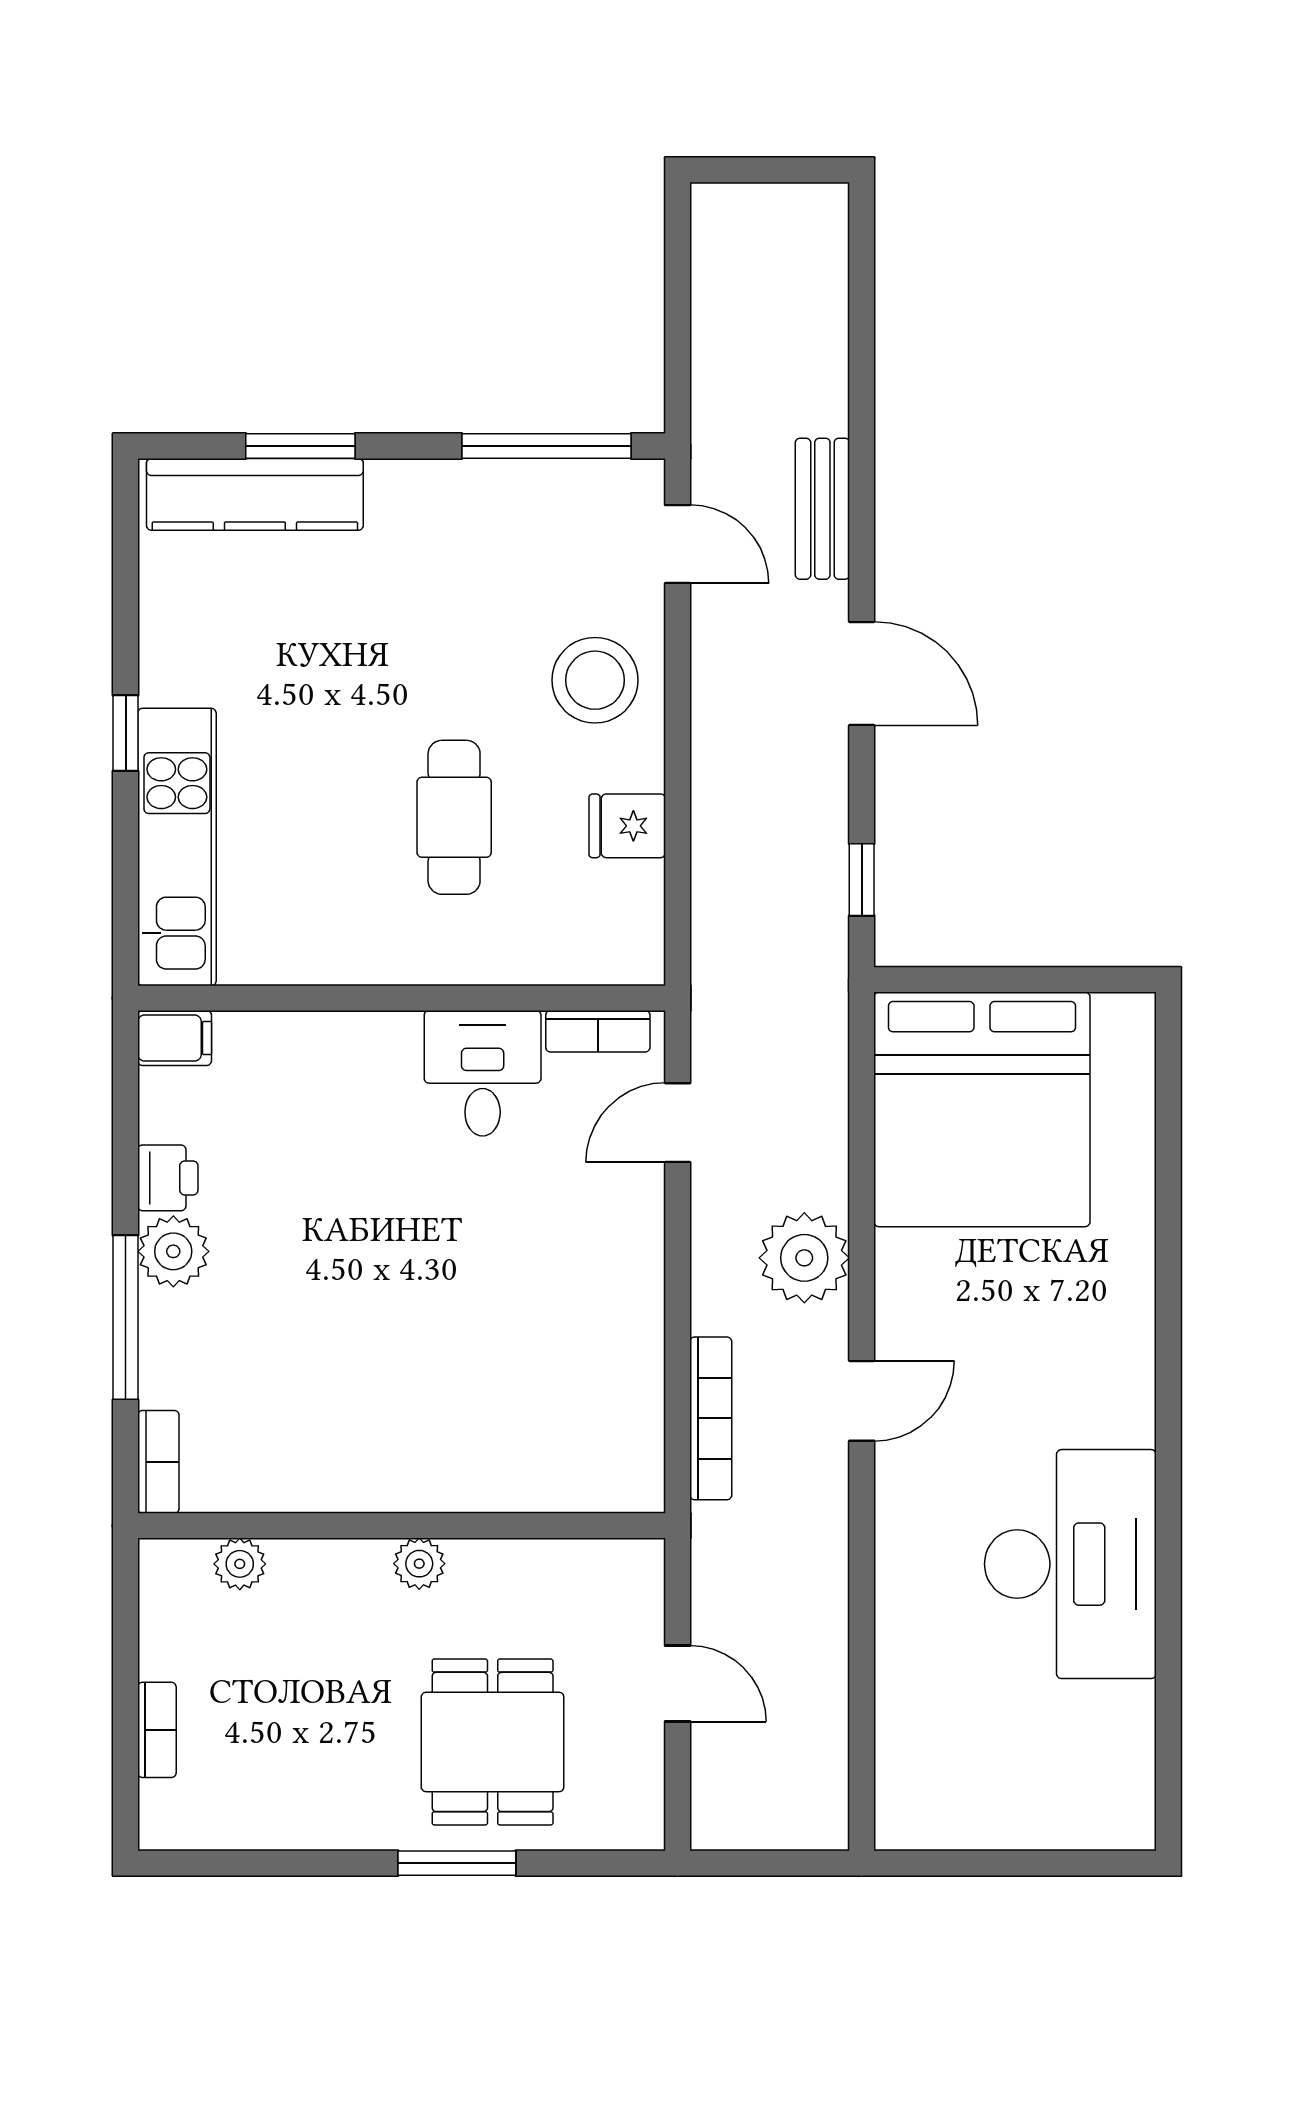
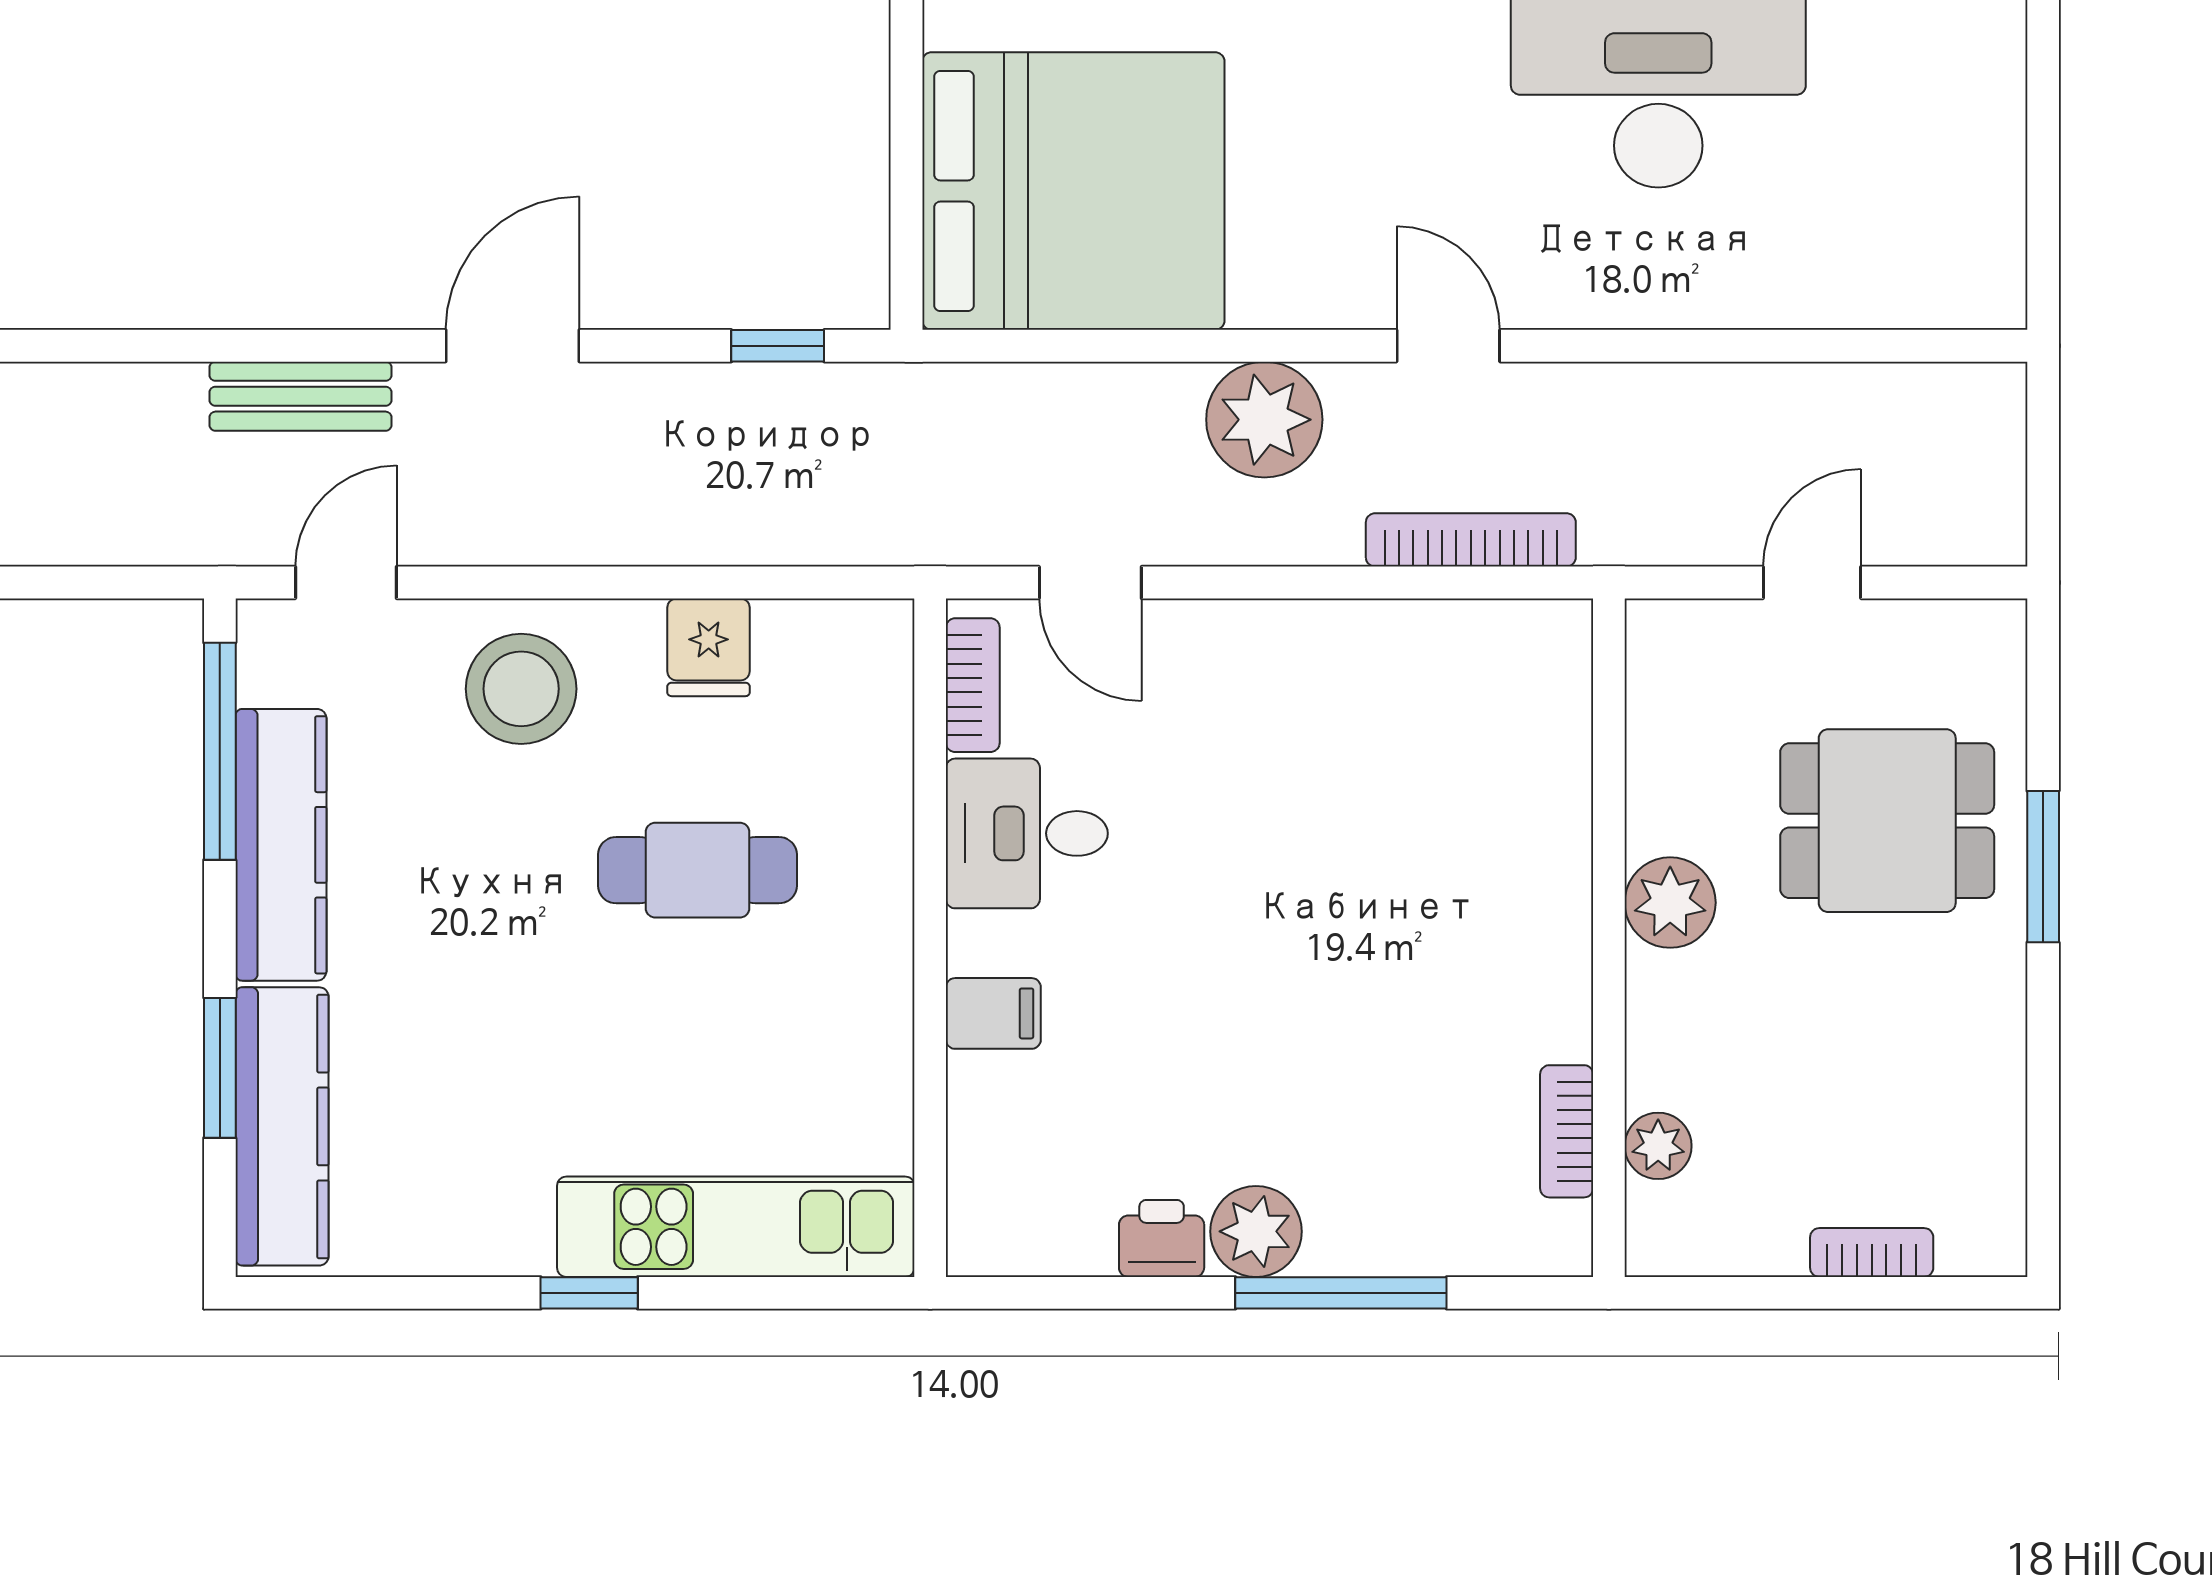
kitchen counter: (474, 493) -> (281, 845), added
filing cabinet: (175, 1038) -> (993, 1013), moved, turned 90
bookcase: (158, 1462) -> (1567, 1131), moved, turned -90
plant: (419, 1564) -> (1670, 903), width x1.38, depth x1.38

